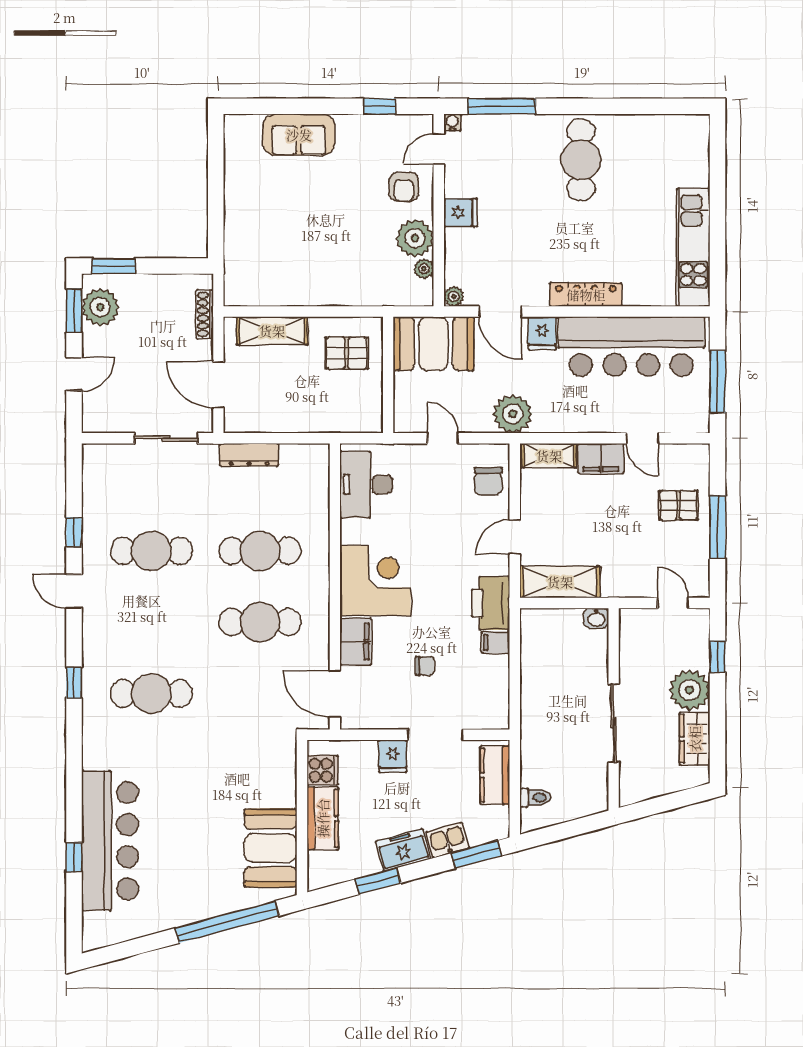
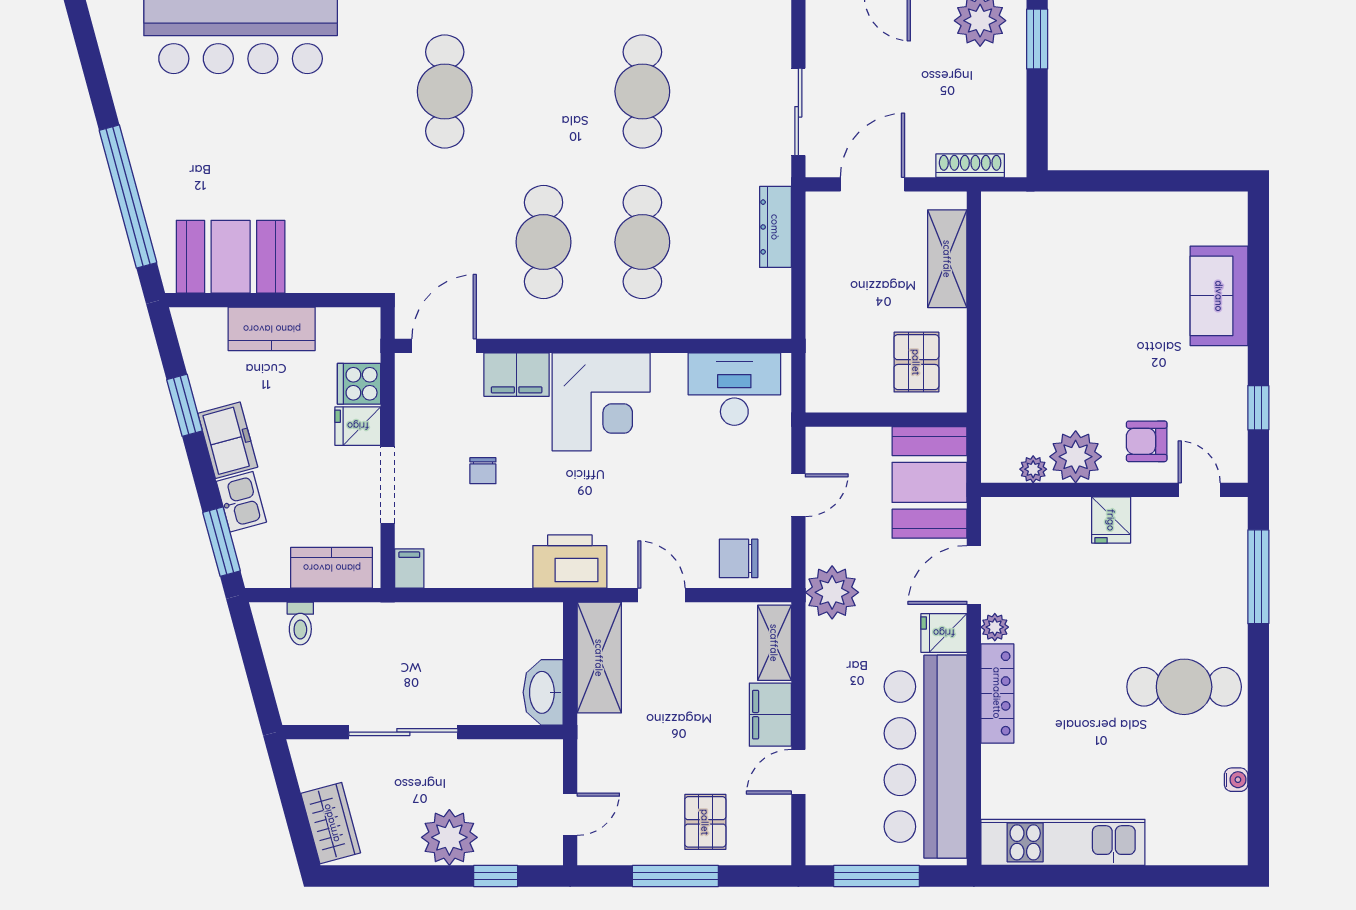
water cooler: (452, 122) -> (1236, 780), moved
plant: (454, 297) -> (995, 627), moved
washbasin: (596, 618) -> (543, 692), width x1.91, depth x1.45
filing cabinet: (496, 642) -> (409, 568), moved
wardrobe: (695, 739) -> (331, 823), moved, turned 75
cooker: (323, 770) -> (359, 384), moved, turned 90

